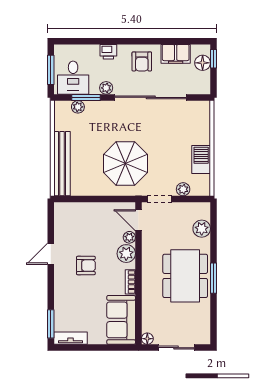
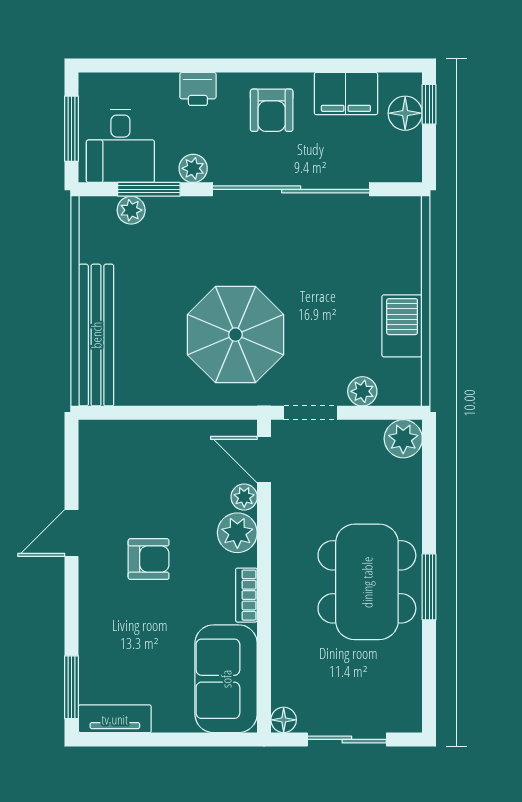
plant: (202, 229) -> (403, 439), moved

